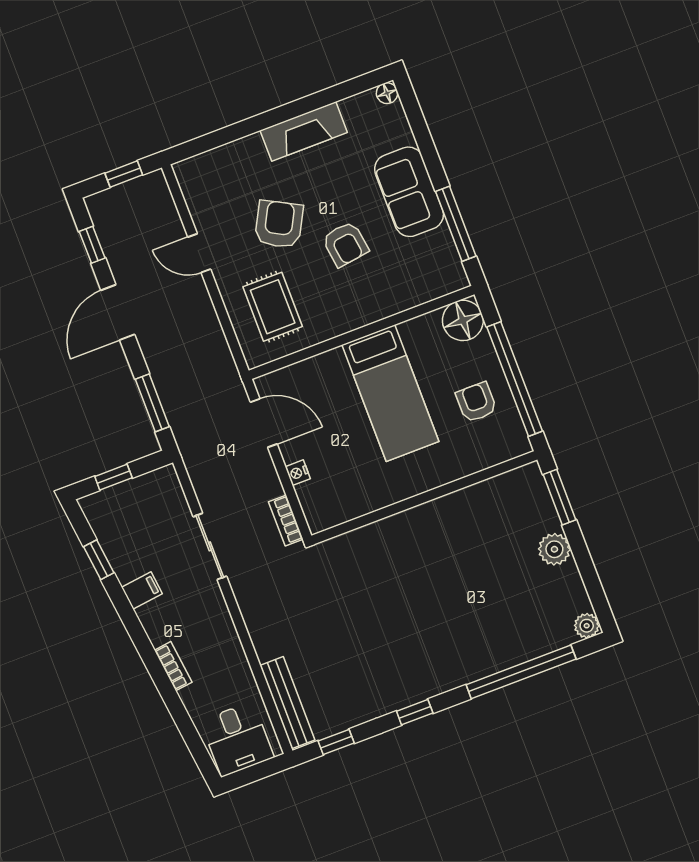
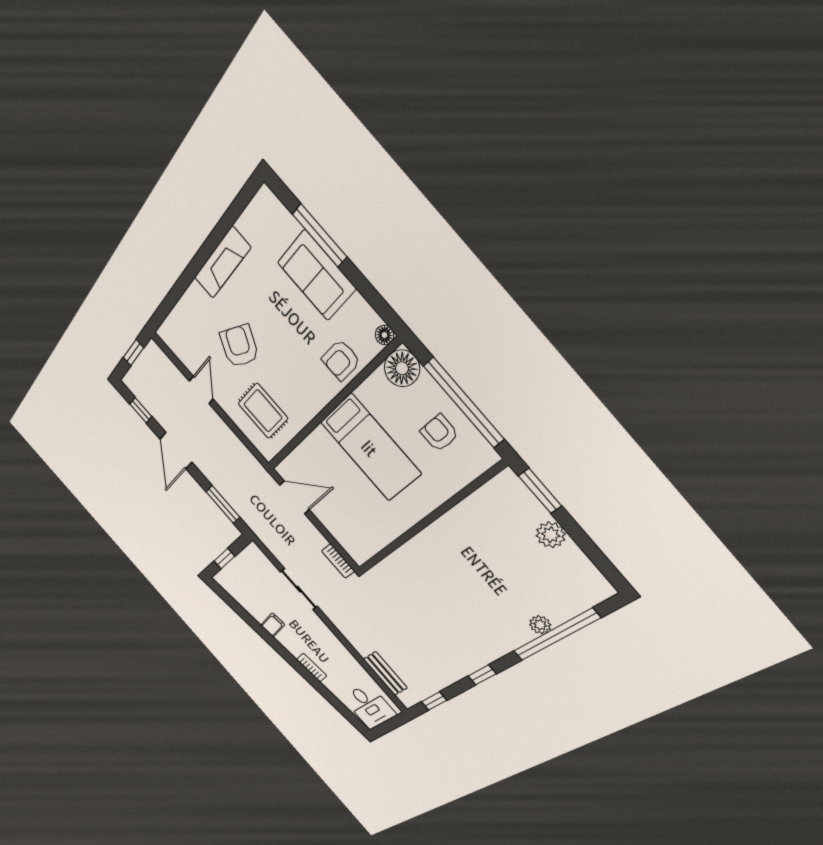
floor lamp: (387, 93) -> (384, 335), moved
window: (456, 224) -> (320, 236), moved
armchair: (345, 244) -> (341, 360), moved, turned 98
door: (199, 253) -> (201, 390), swing flipped
nightstand: (298, 473) -> (331, 526), removed
window: (99, 560) -> (241, 611), removed
plant: (587, 626) -> (540, 625), moved
bench: (287, 703) -> (385, 673), width x0.73

